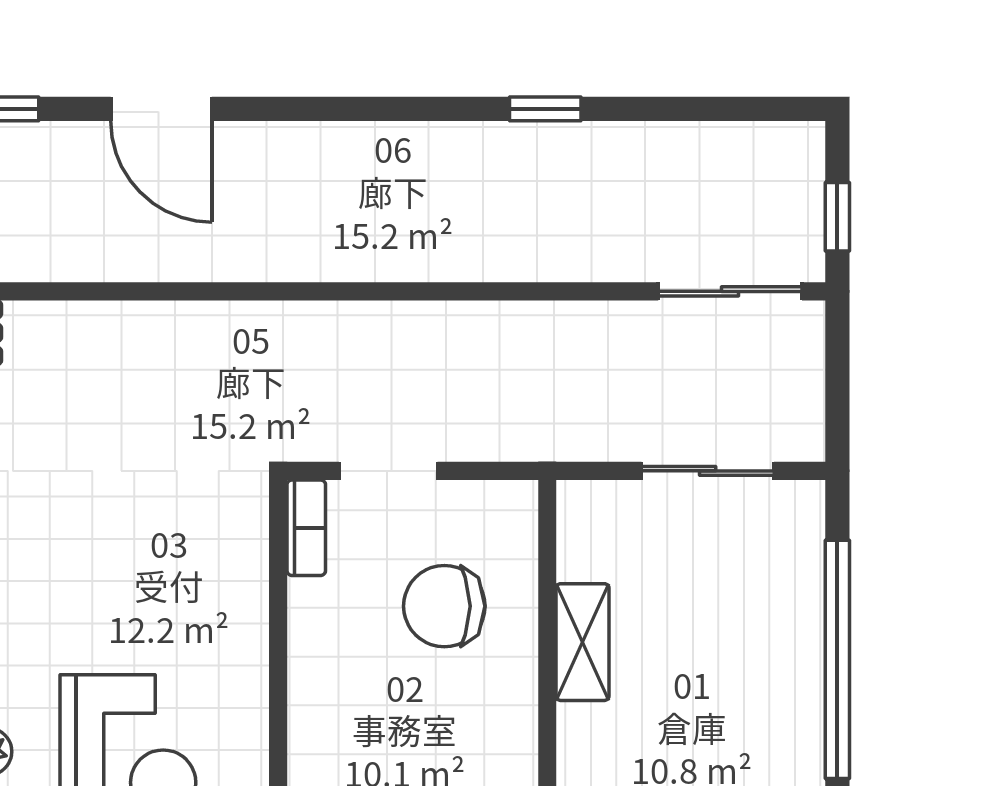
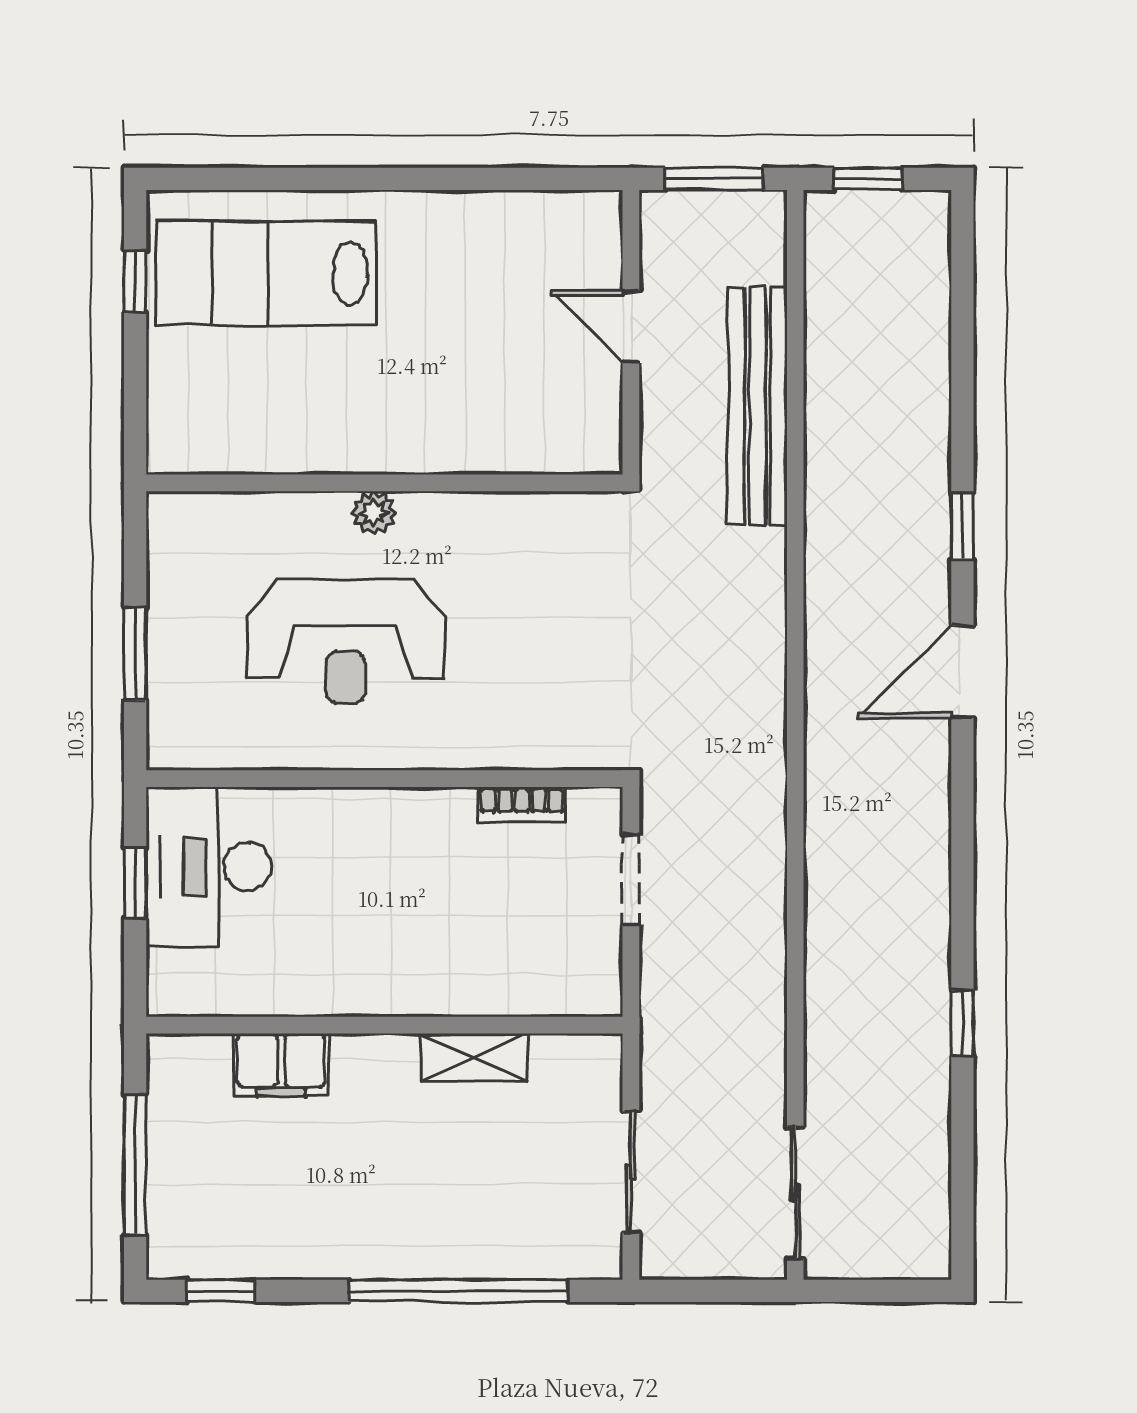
window: (837, 217) -> (864, 1291), removed
bookcase: (306, 528) -> (522, 804), moved
chair: (444, 606) -> (507, 931), removed

